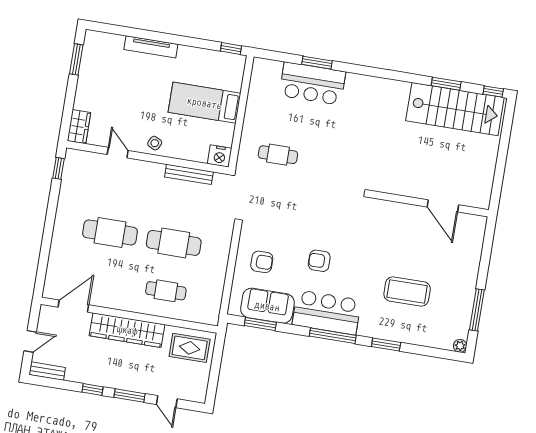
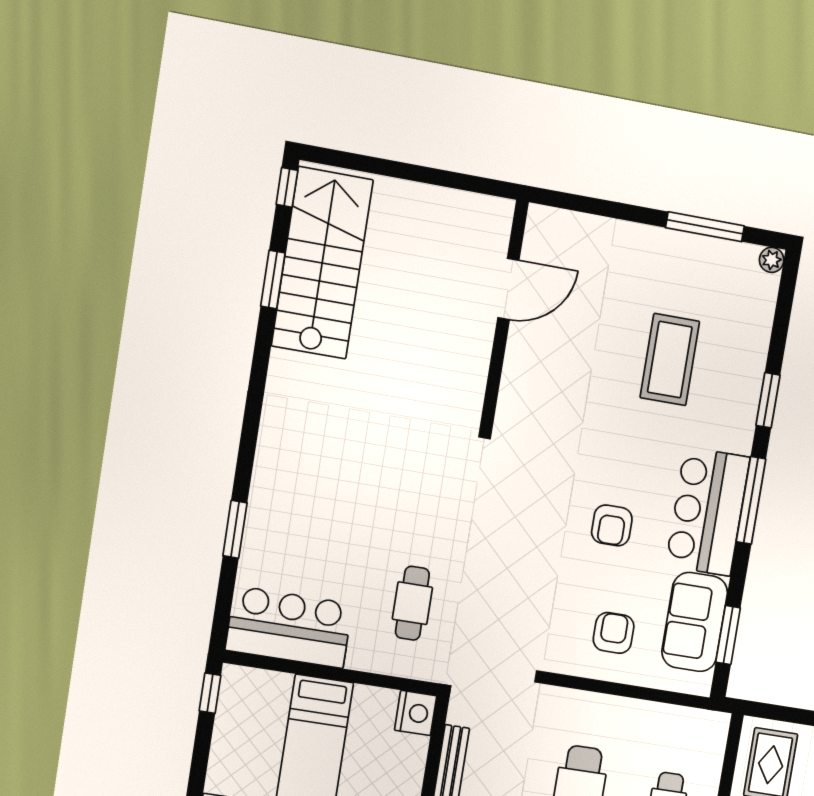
bar counter: (312, 84) -> (289, 627), moved, turned -90

